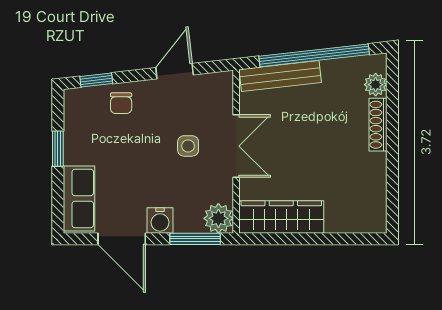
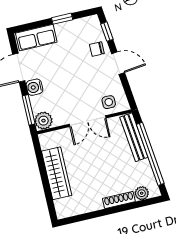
door: (175, 71) -> (118, 63), moved
side table: (188, 146) -> (109, 102), moved
wardrobe: (281, 217) -> (57, 173), moved

